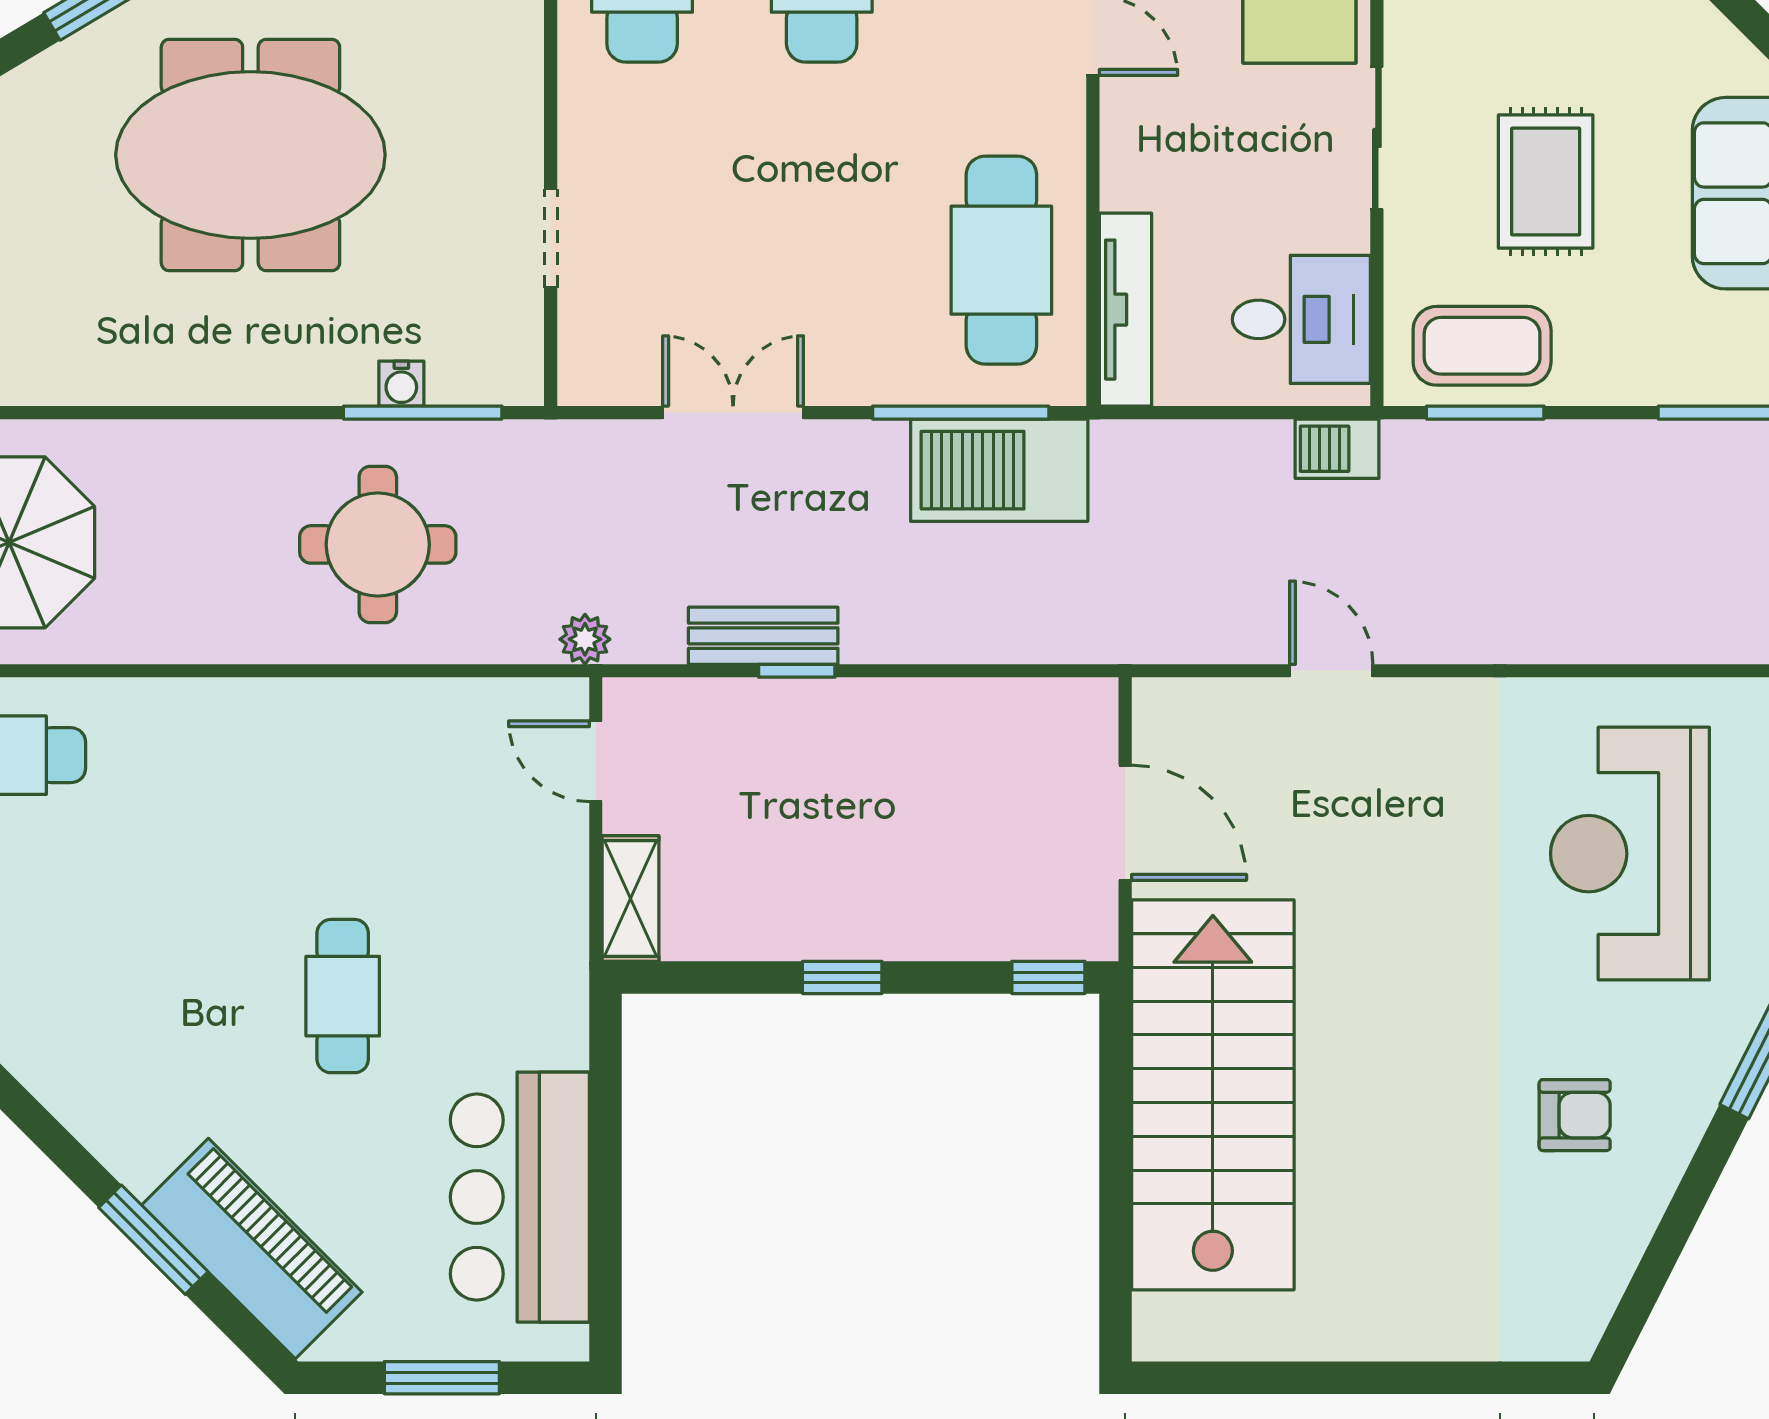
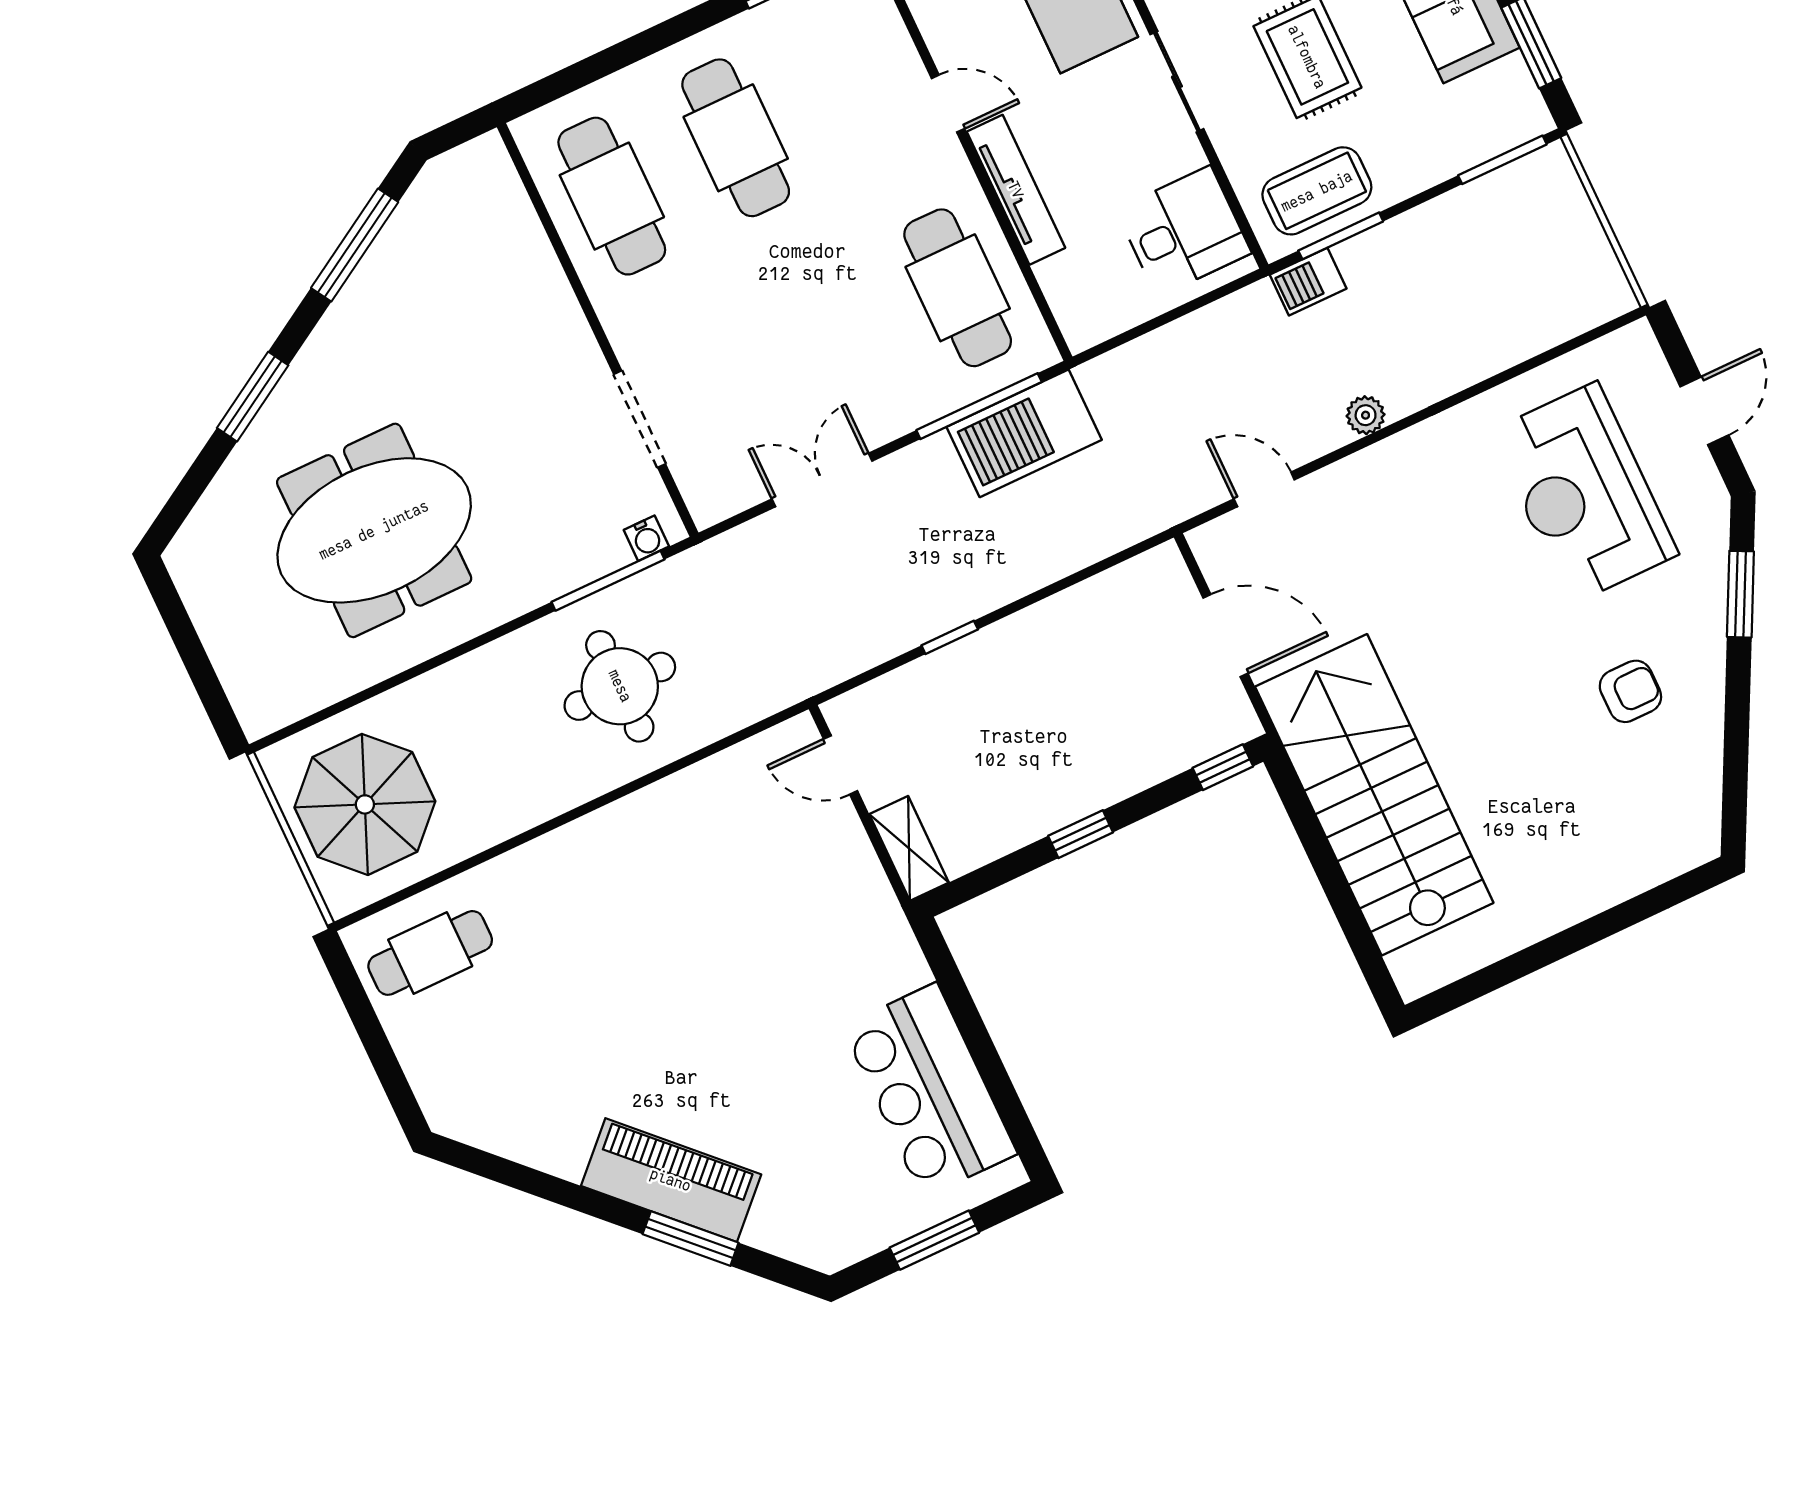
meeting table: (250, 155) -> (374, 530), moved
doorway: (551, 238) -> (640, 419), width x1.38
tv unit: (1125, 310) -> (1016, 190), moved
water cooler: (401, 384) -> (646, 538), moved
barbecue: (1337, 449) -> (1308, 282), moved
bench: (763, 636) -> (915, 624), removed
plant: (585, 639) -> (1366, 415), moved
door: (1331, 671) -> (1264, 489), moved
cafe table: (343, 996) -> (742, 1009), removed
piano: (252, 1249) -> (671, 1180), moved

